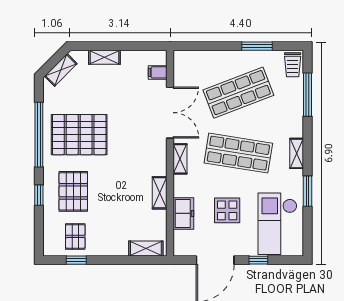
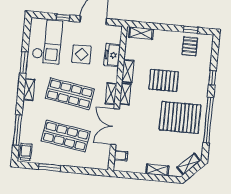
shop shelf: (238, 93) -> (66, 136), turned 30
shelving: (160, 160) -> (125, 94), added
pallet: (73, 191) -> (164, 80), moved, turned 90

